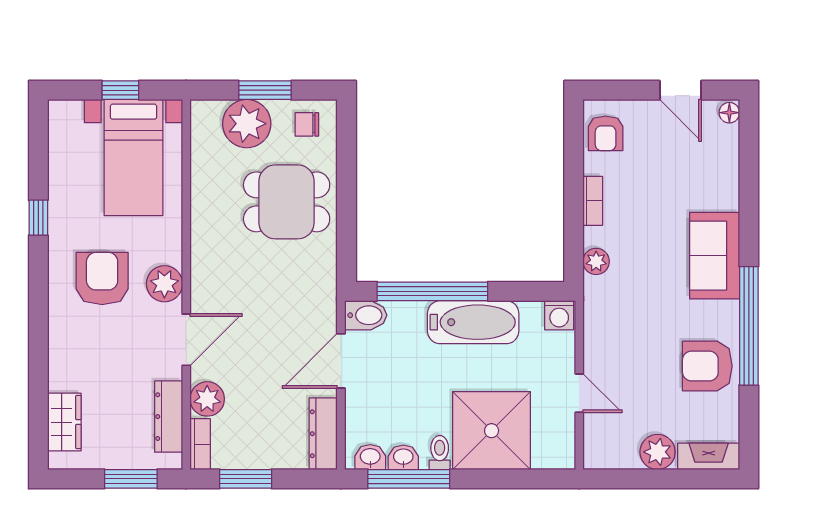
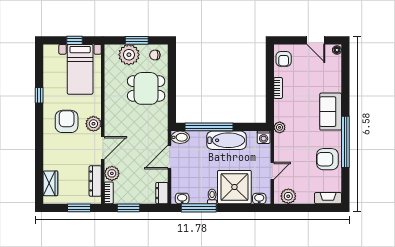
plant: (596, 261) -> (280, 127), moved
door: (579, 393) -> (272, 171), hinge flipped
dresser: (323, 434) -> (162, 193), width x0.70
plant: (658, 452) -> (288, 196), moved
washbasin: (403, 457) -> (259, 199), moved

